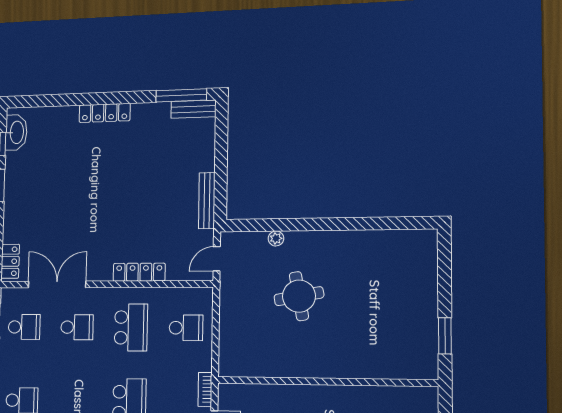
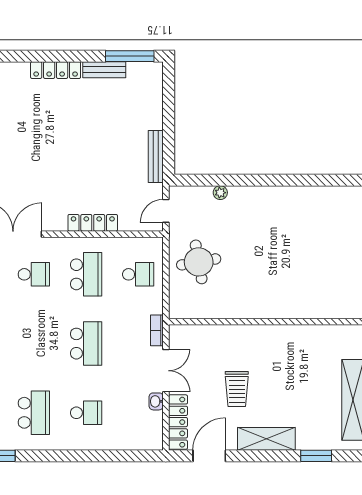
bench: (194, 109) -> (104, 70), moved
round table: (299, 296) -> (199, 262), moved

